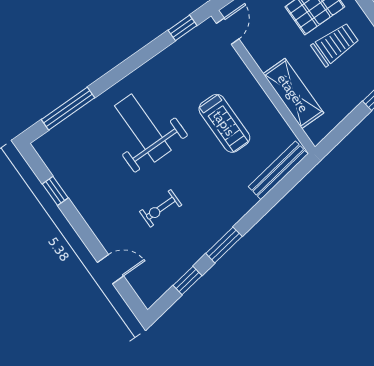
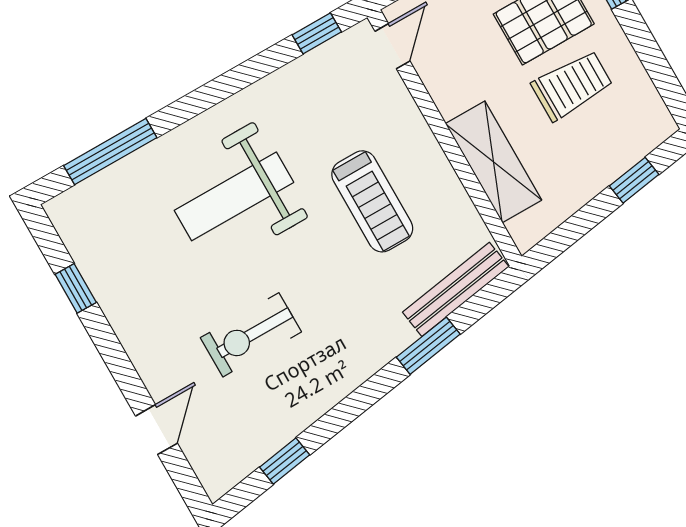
weight bench: (143, 128) -> (234, 196), turned -90
exercise bike: (161, 208) -> (251, 335), width x1.38, depth x1.39
window: (224, 245) -> (428, 346), moved
door: (110, 269) -> (157, 430), hinge flipped

